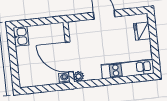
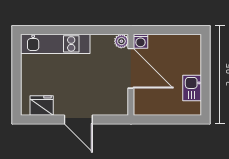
fridge: (142, 31) -> (42, 106), moved, turned -90
kitchen sink: (21, 36) -> (192, 88), moved

